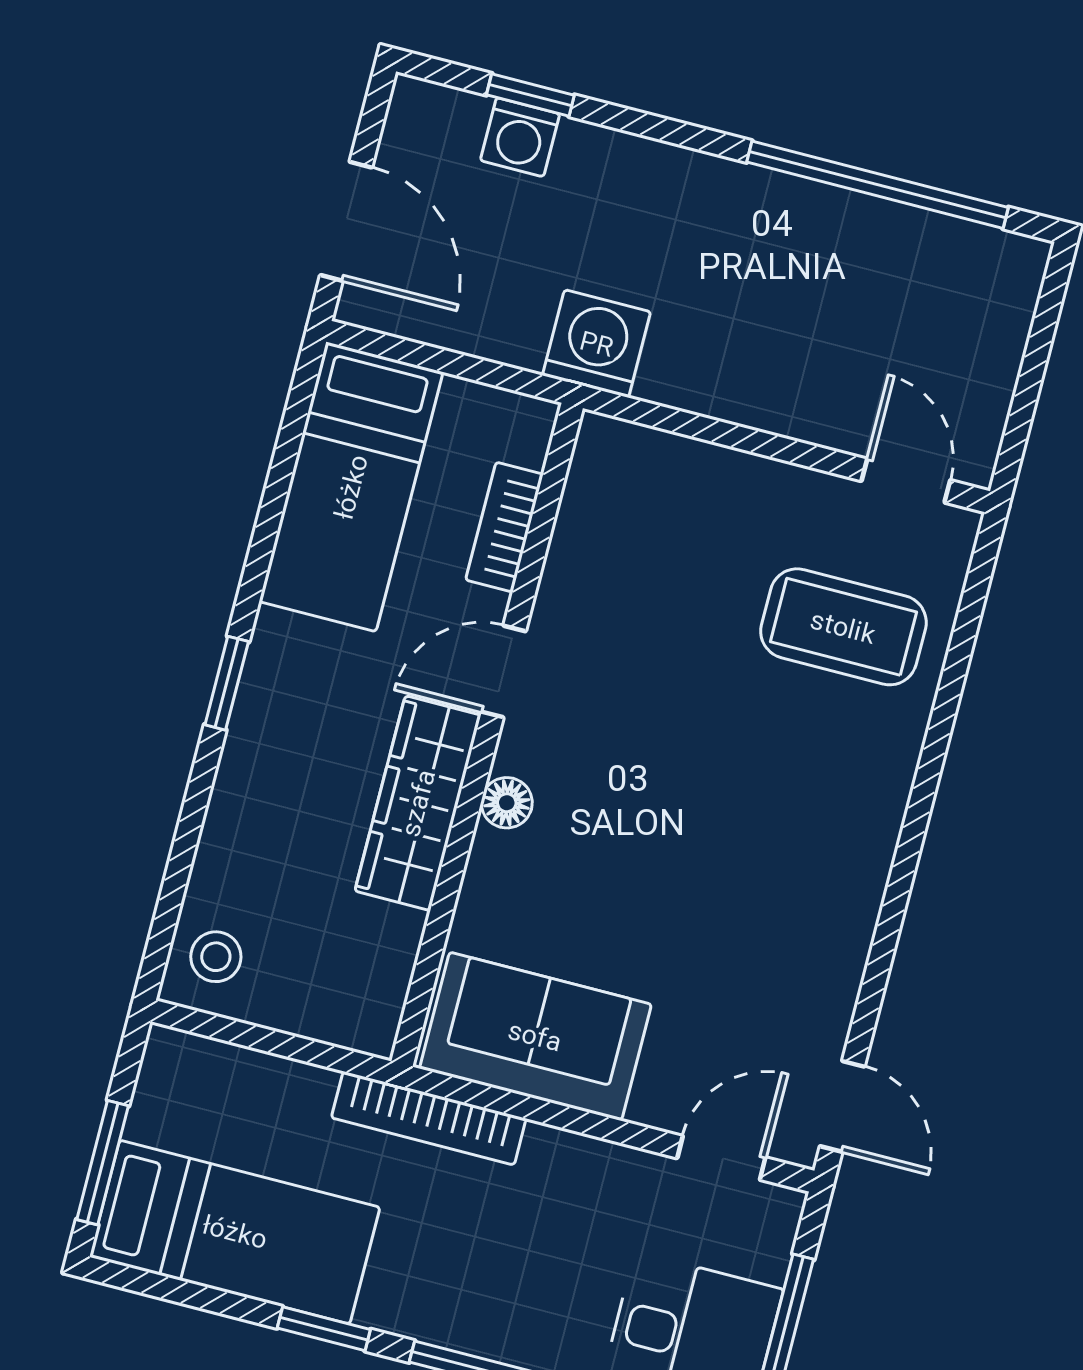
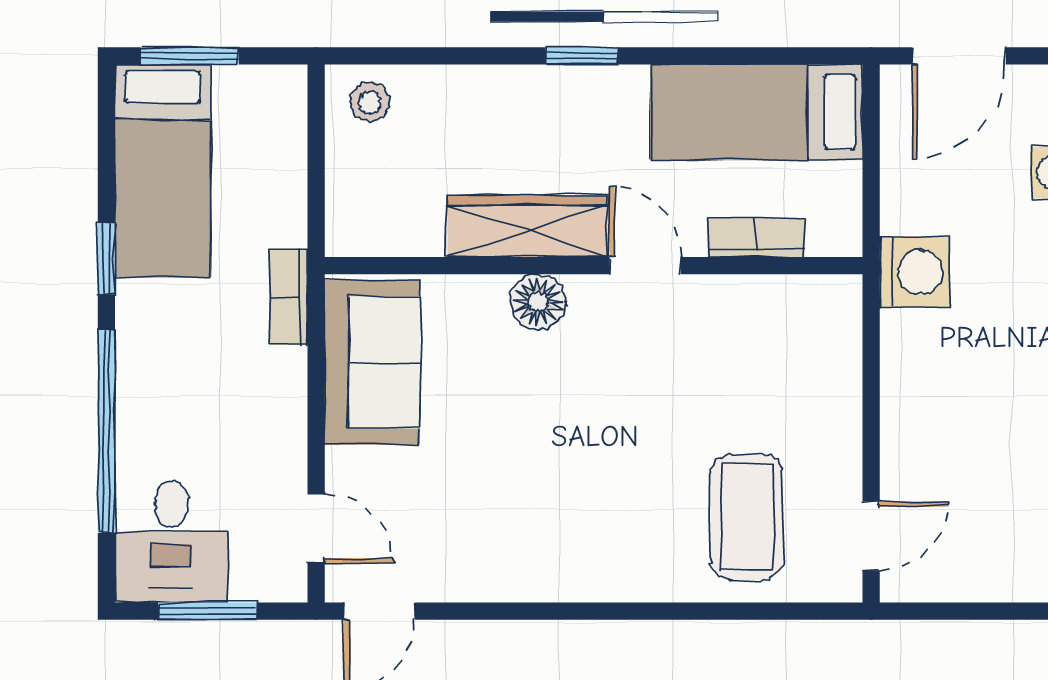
floor lamp: (507, 803) -> (538, 302), width x1.37, depth x1.37
bookcase: (429, 1118) -> (288, 297), width x0.64

